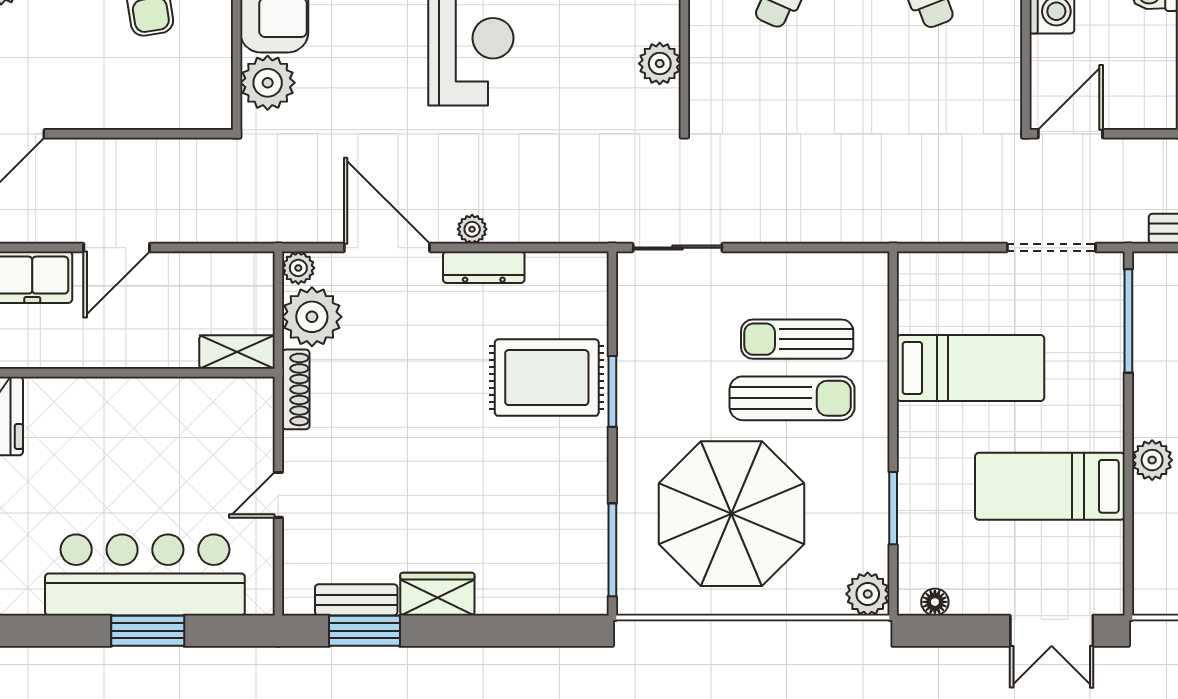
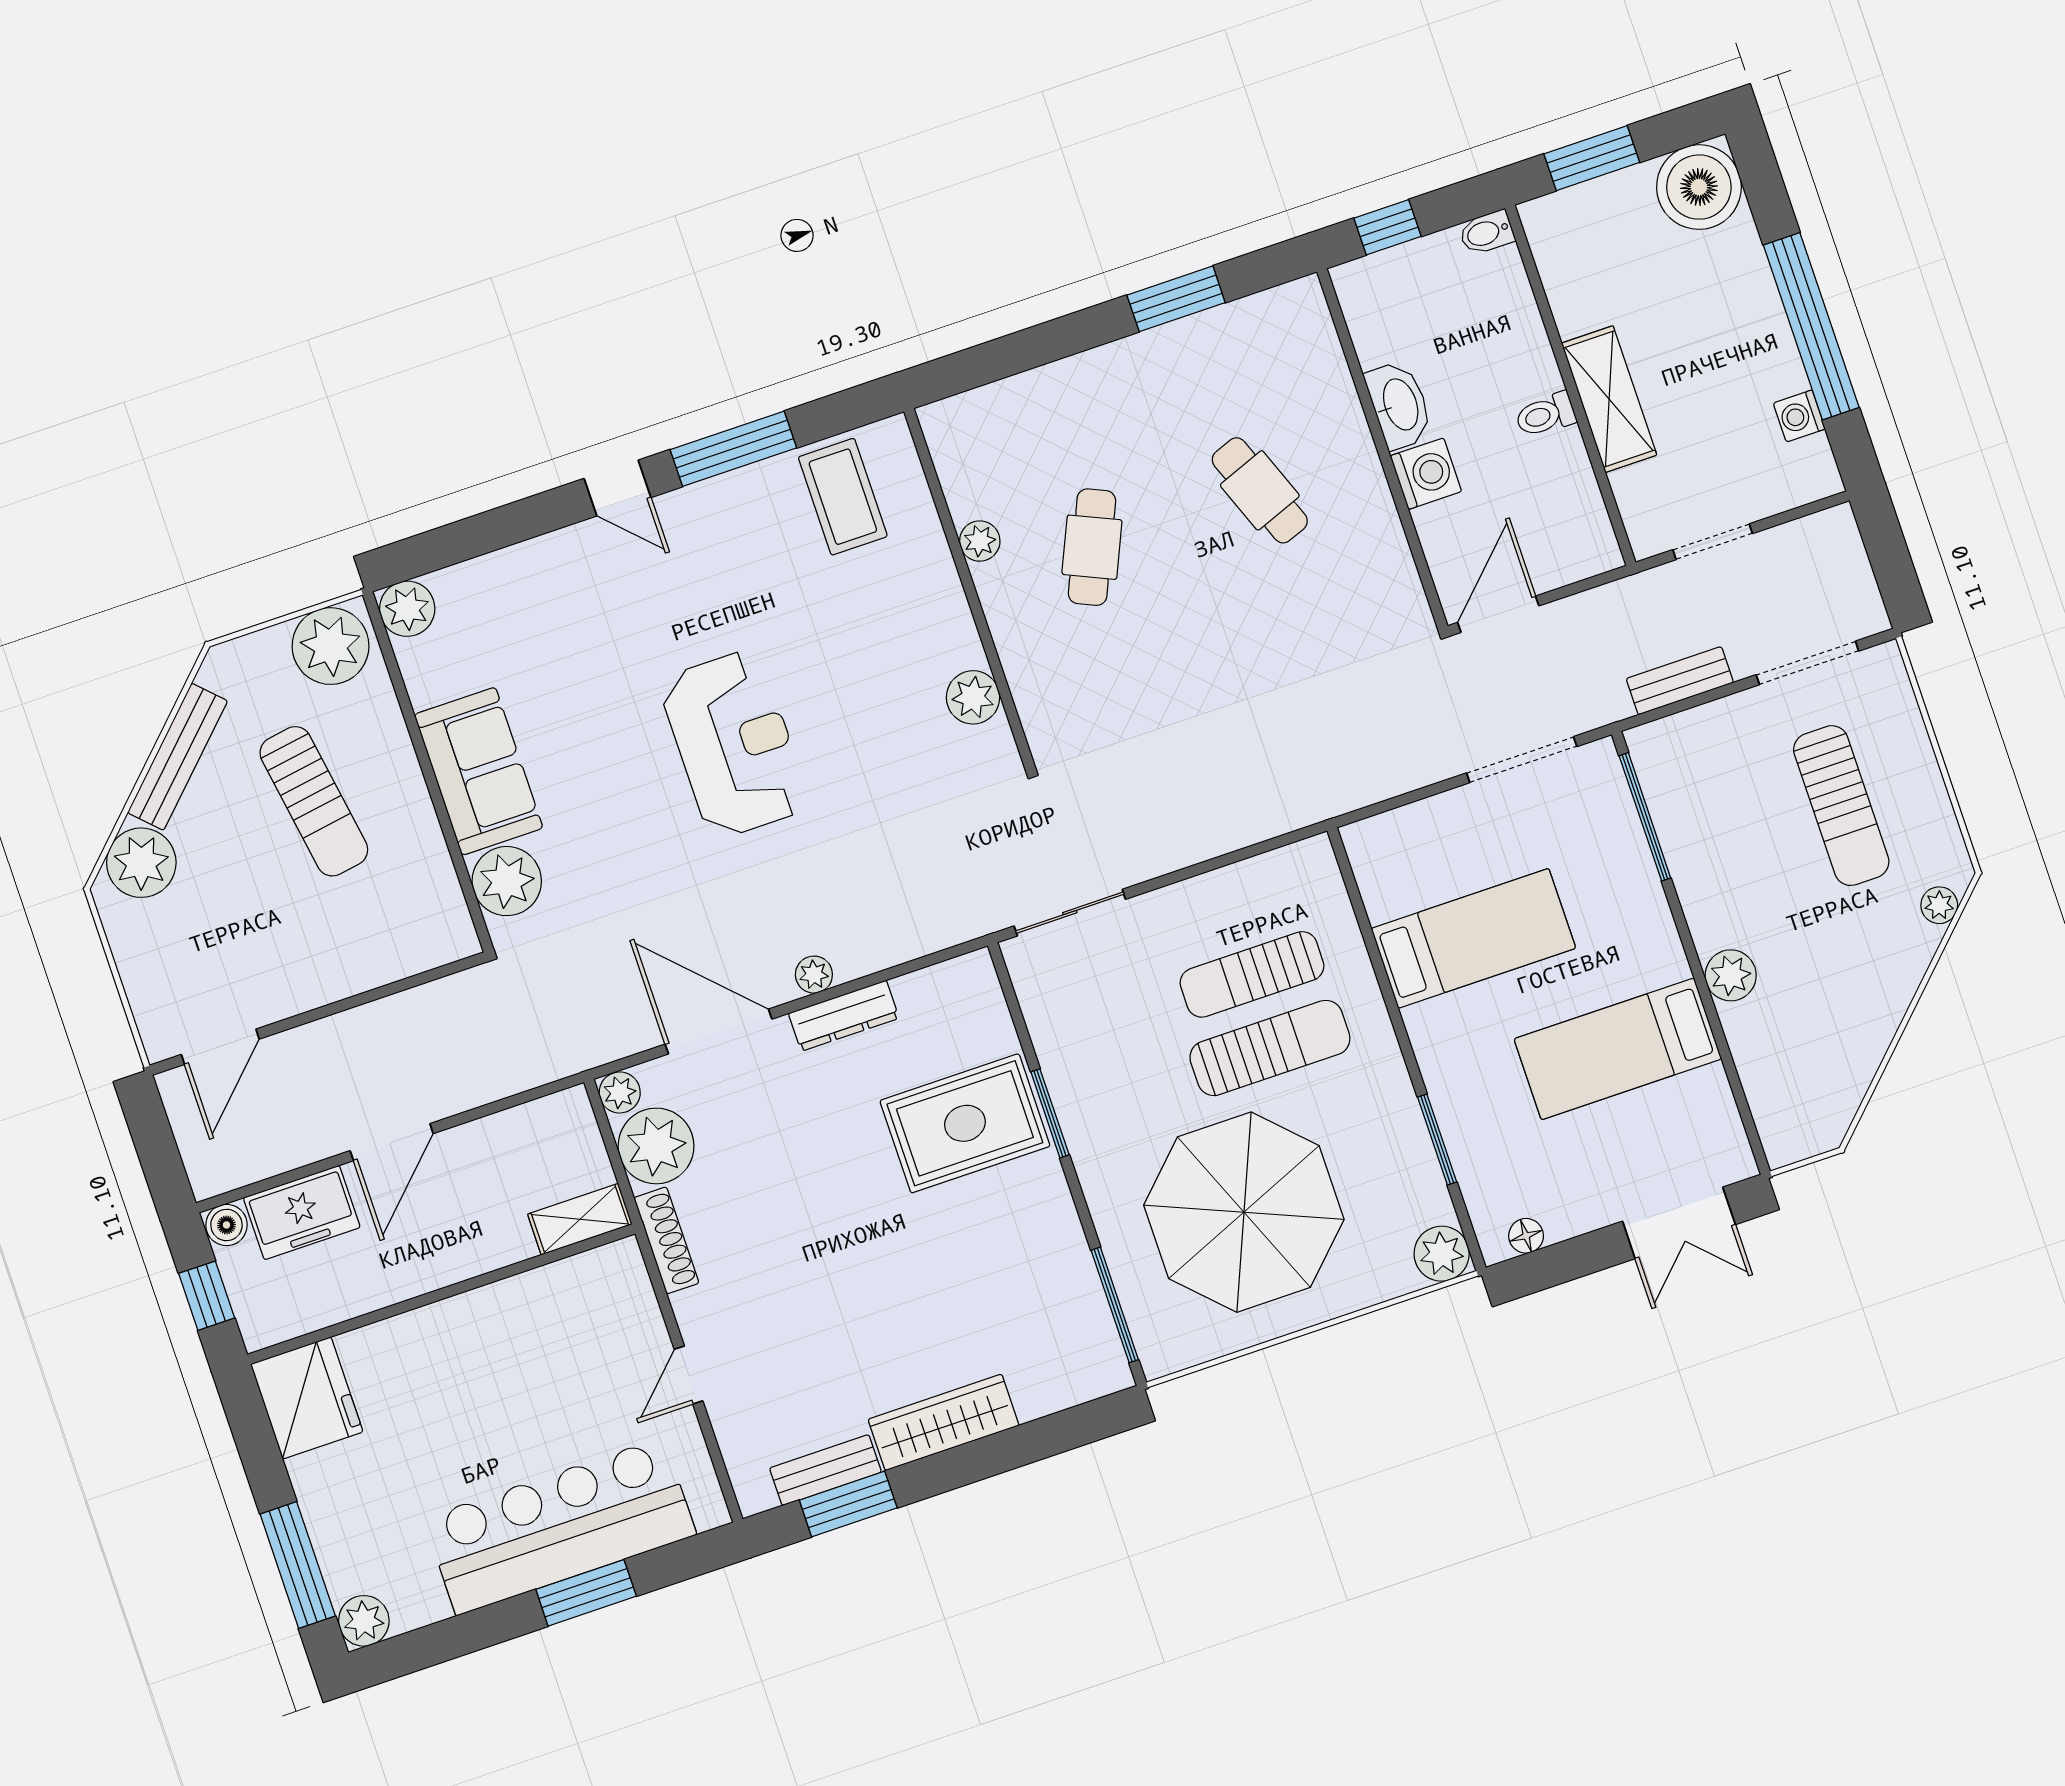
wardrobe: (437, 594) -> (944, 1422), width x1.50

